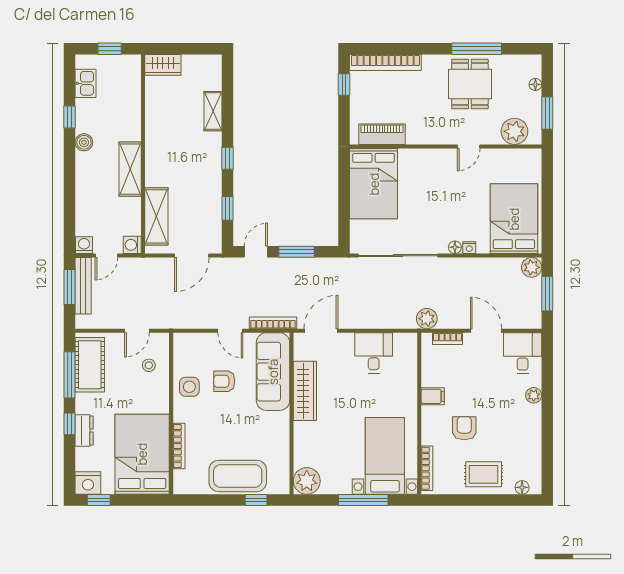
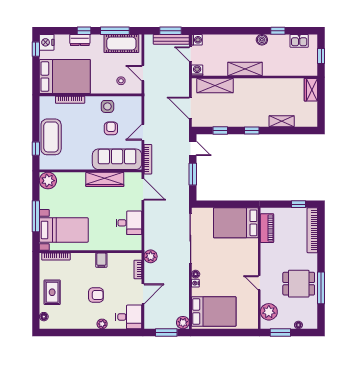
armchair: (464, 428) -> (96, 295), moved

